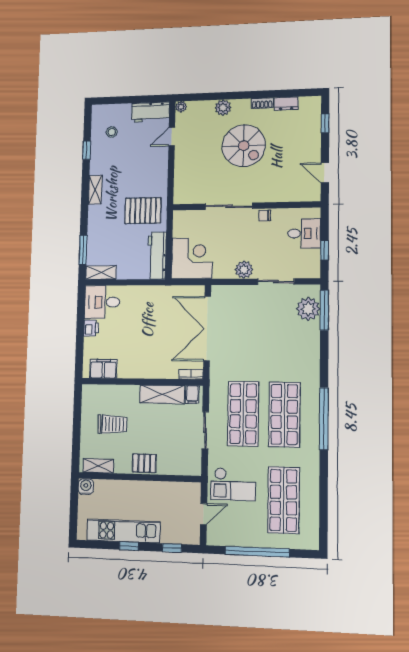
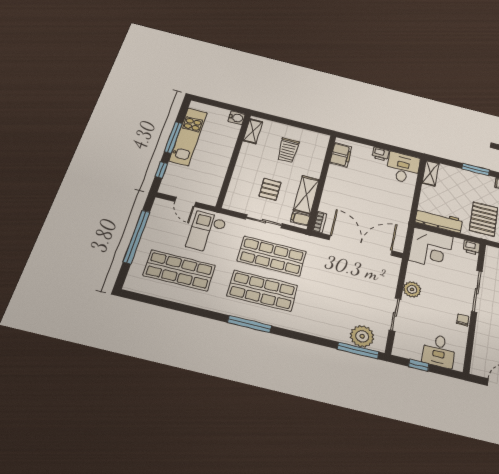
printer: (180, 218) -> (472, 247), added
window: (83, 250) -> (476, 169), moved
window: (324, 419) -> (249, 324), width x0.68
pallet: (144, 463) -> (270, 189), moved
window: (129, 546) -> (173, 137), width x2.17

